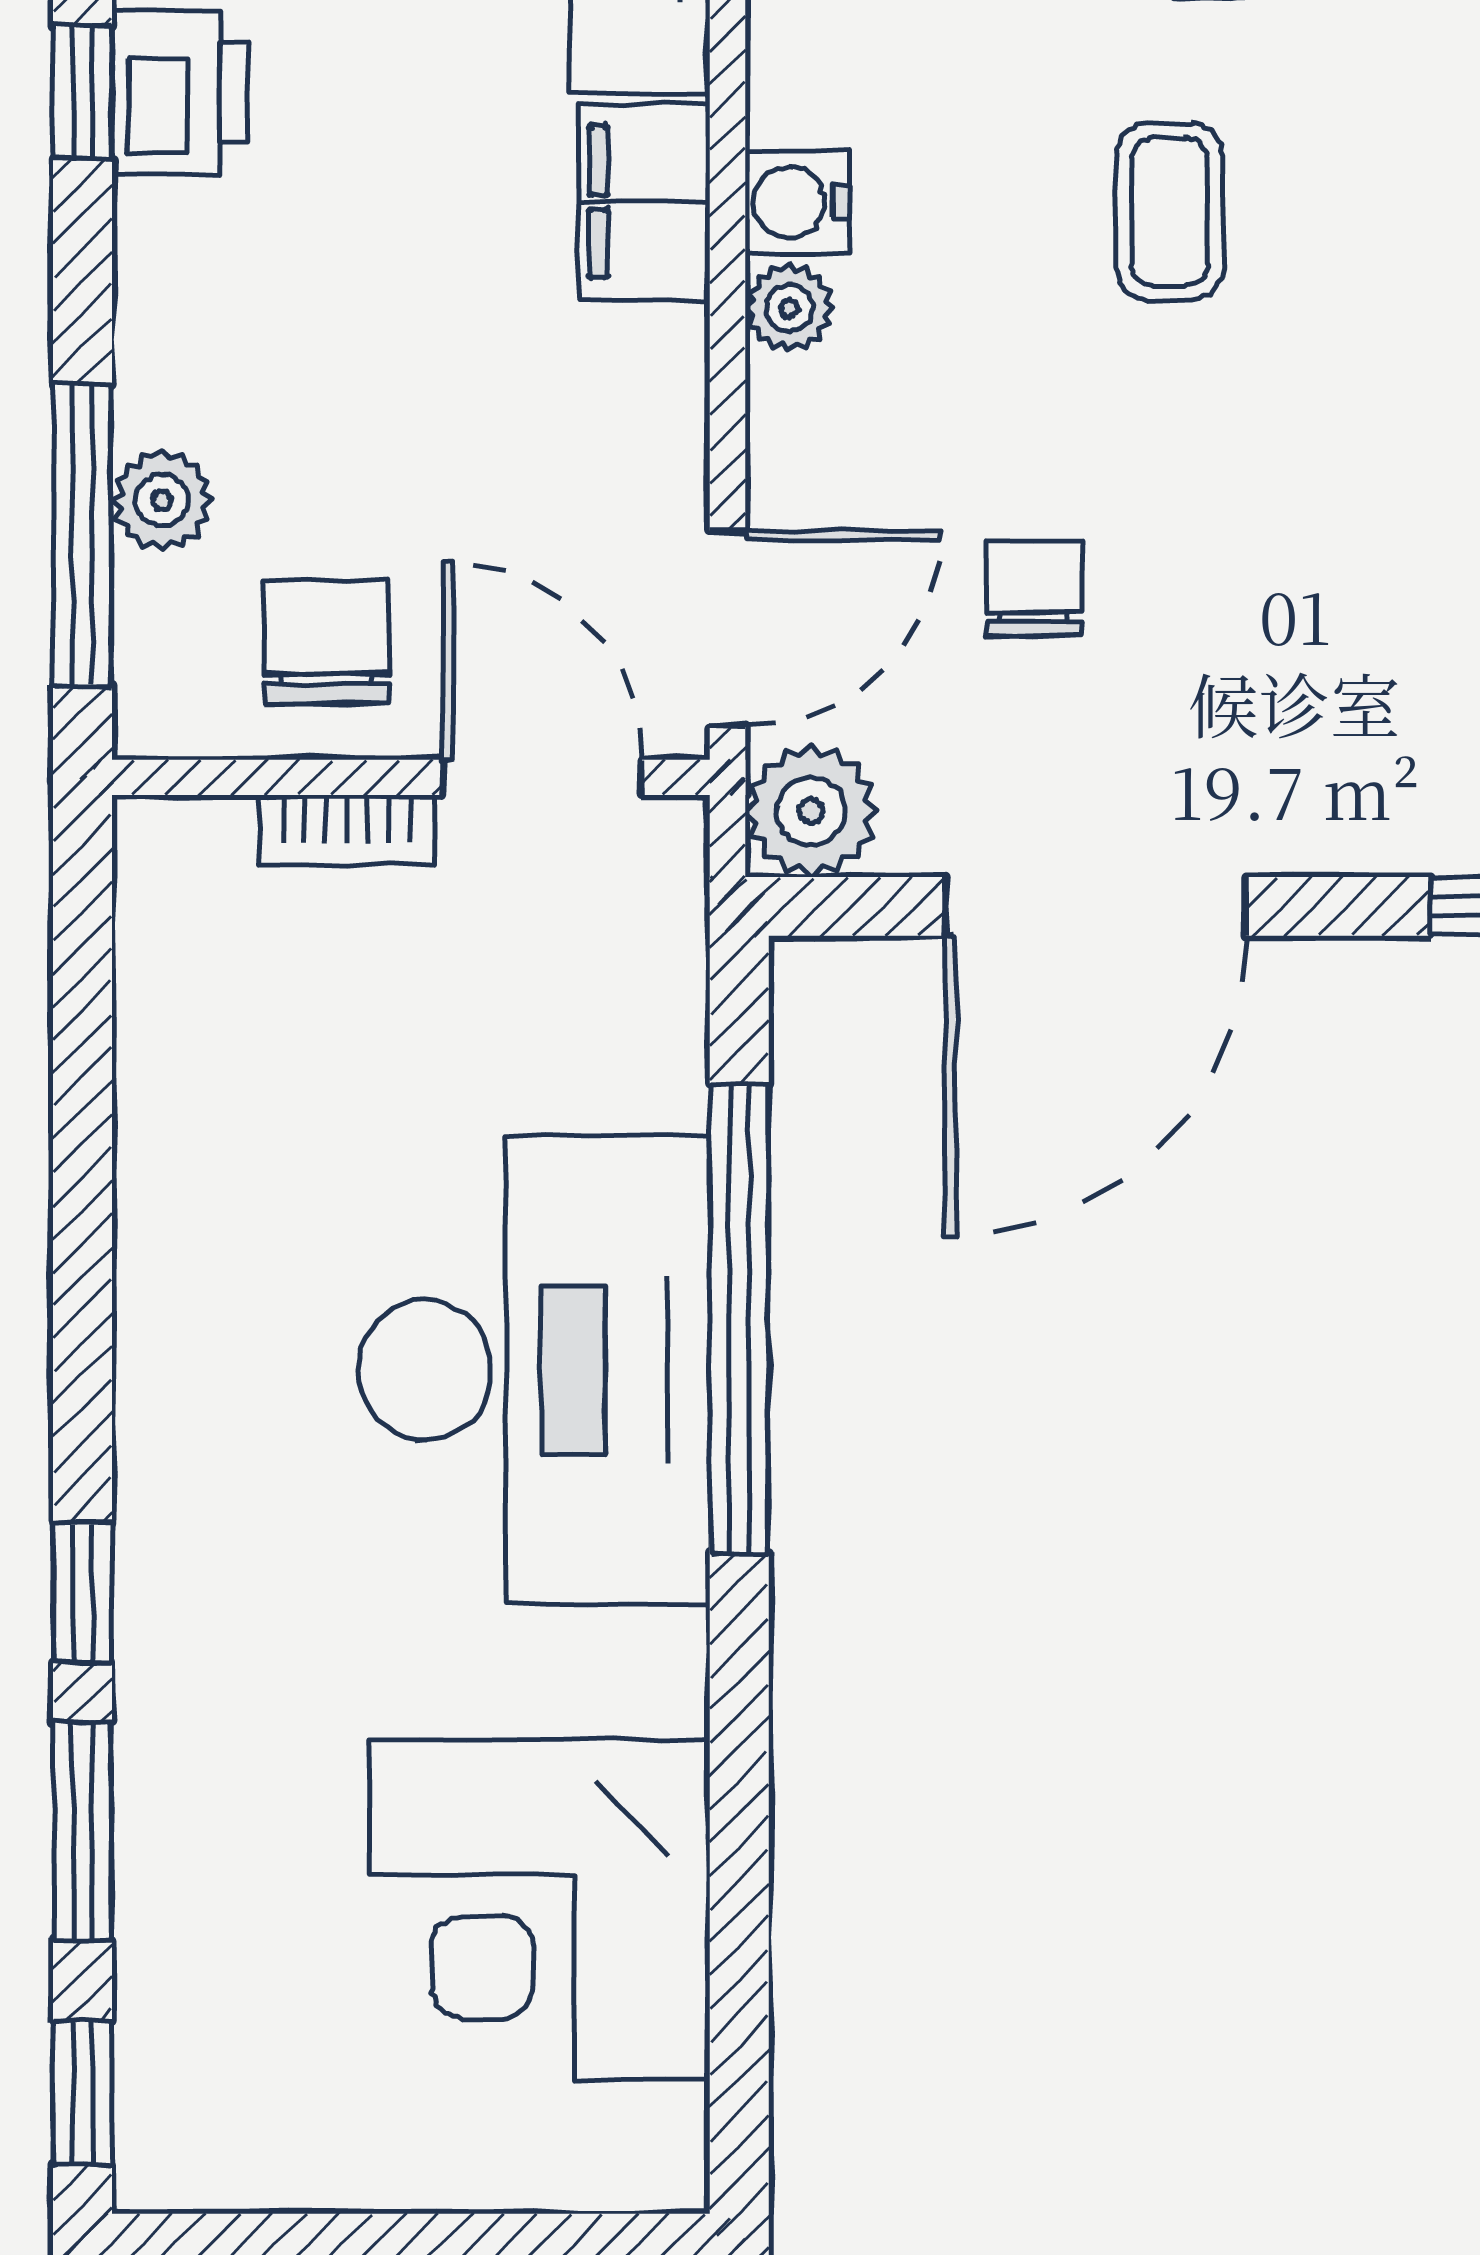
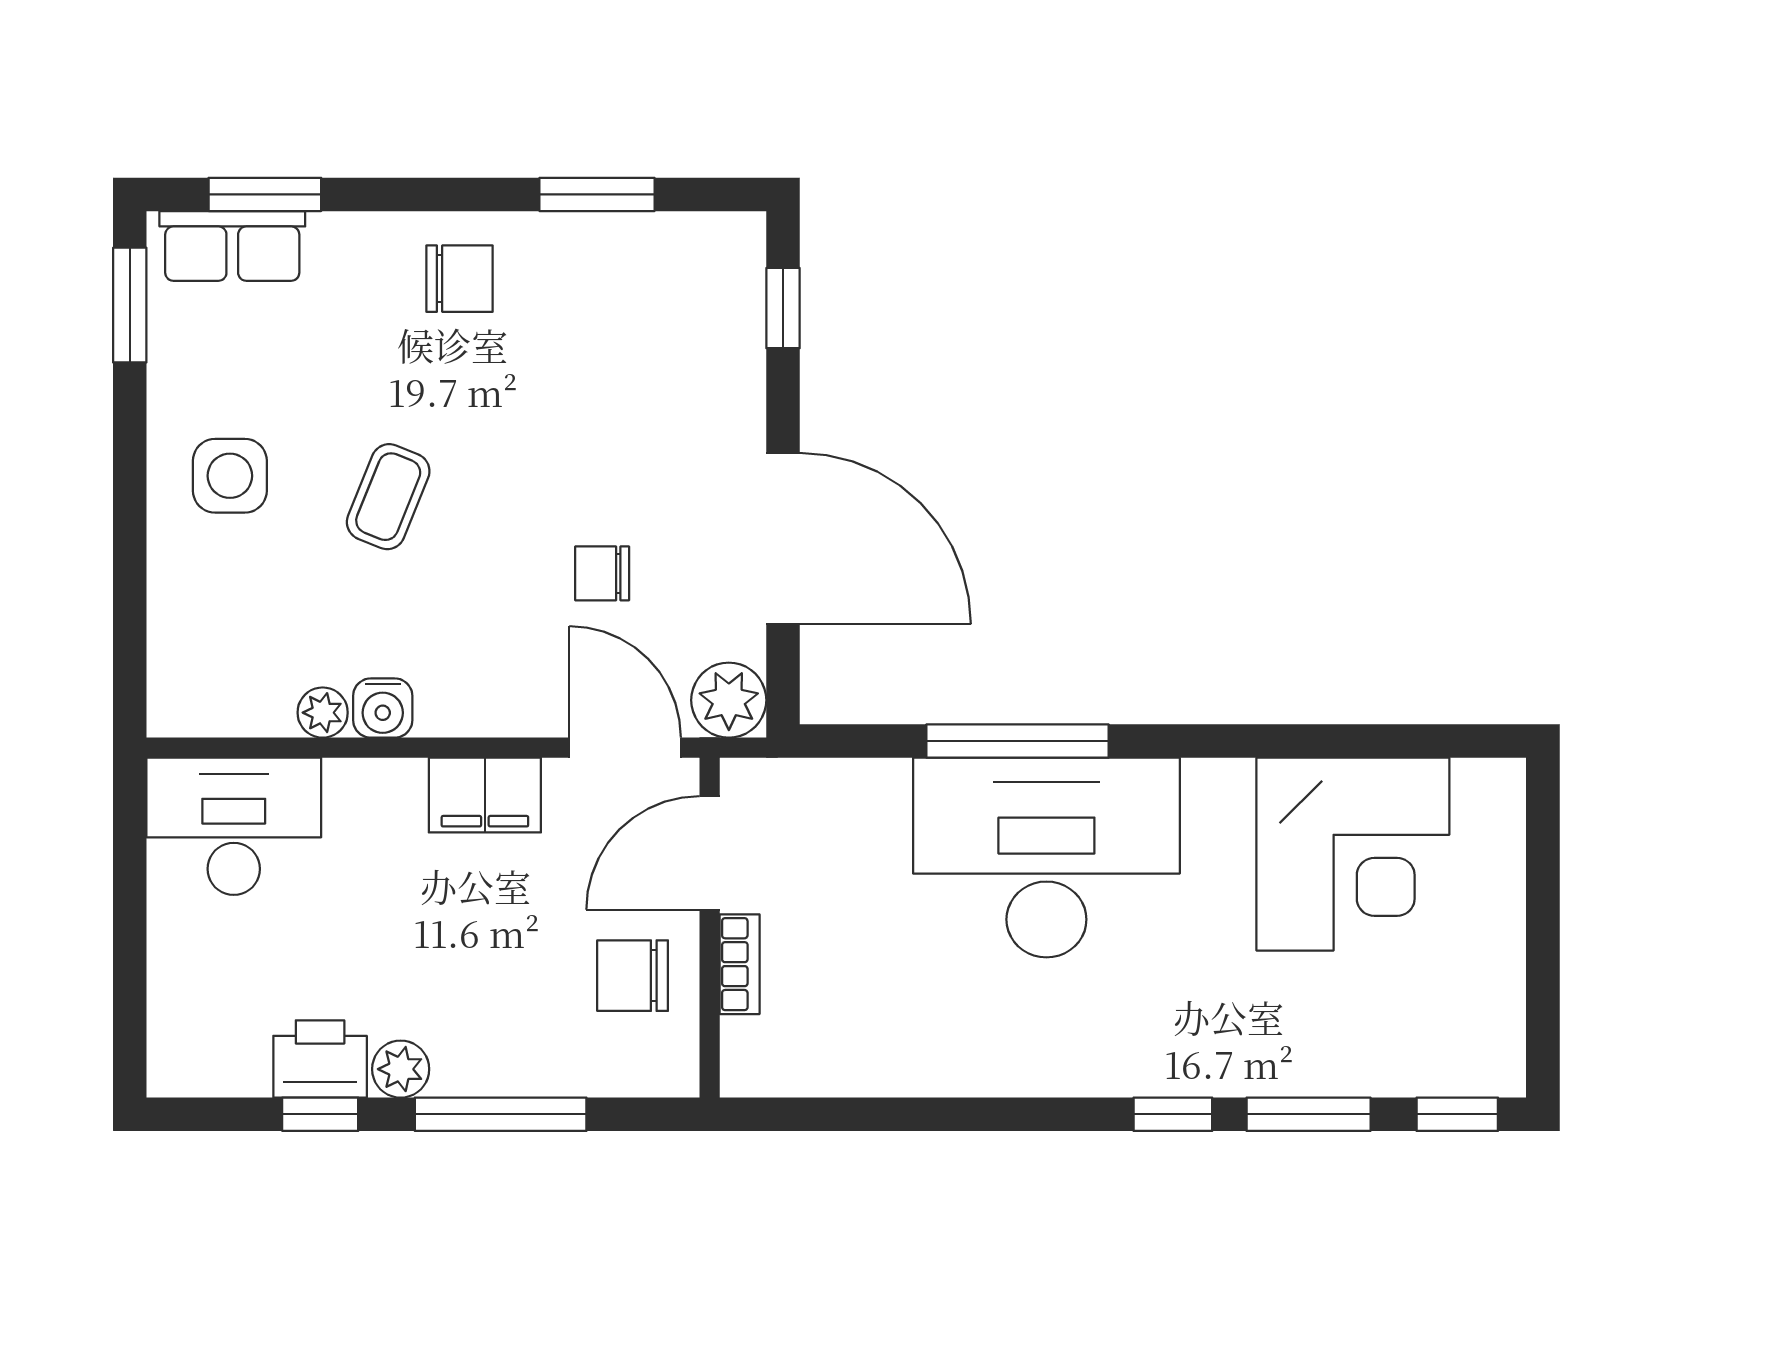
filing cabinet: (644, 202) -> (485, 795), moved
coffee table: (1169, 212) -> (388, 497), turned -68
plant: (789, 308) -> (323, 713), moved
plant: (162, 500) -> (401, 1069), moved
window: (82, 535) -> (501, 1114), moved
window: (739, 1319) -> (1017, 741), width x0.68

